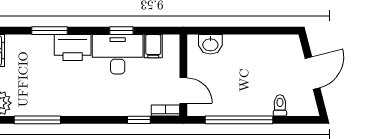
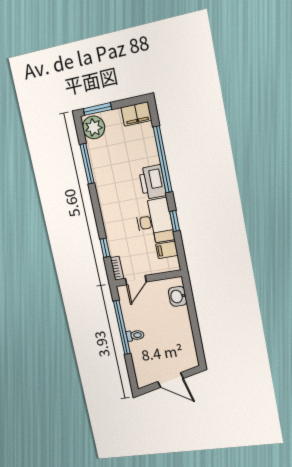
window: (50, 31) -> (163, 160), width x2.11
toilet: (280, 105) -> (135, 335), moved

